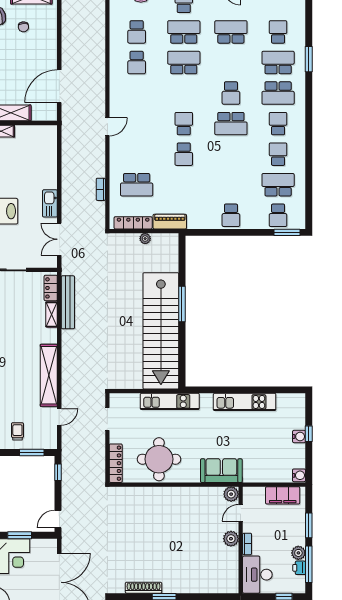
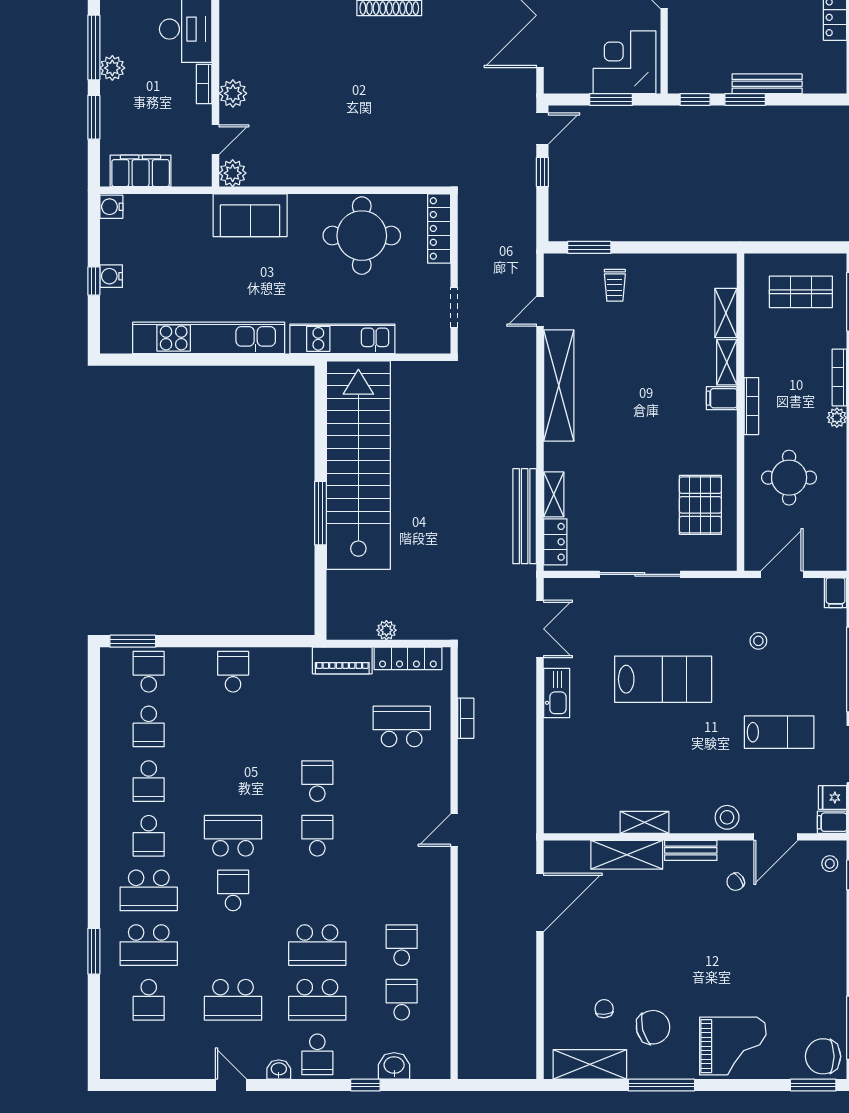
school desk: (278, 93) -> (149, 890), turned 180
school desk: (184, 124) -> (317, 836), turned 180
school desk: (278, 185) -> (149, 726), width x0.54
kitchen unit: (245, 402) -> (209, 338), width x1.36
window: (58, 472) -> (542, 172), moved
printer: (299, 568) -> (111, 41), removed

